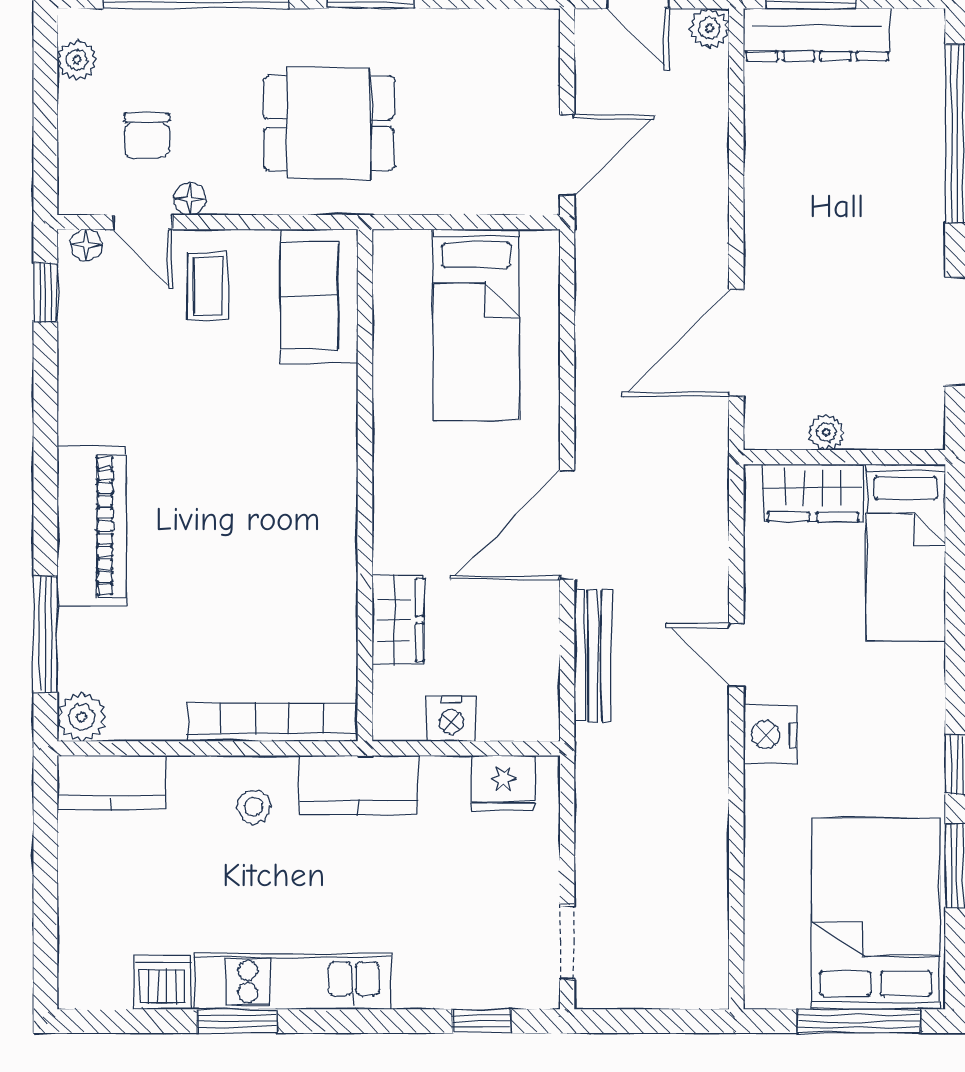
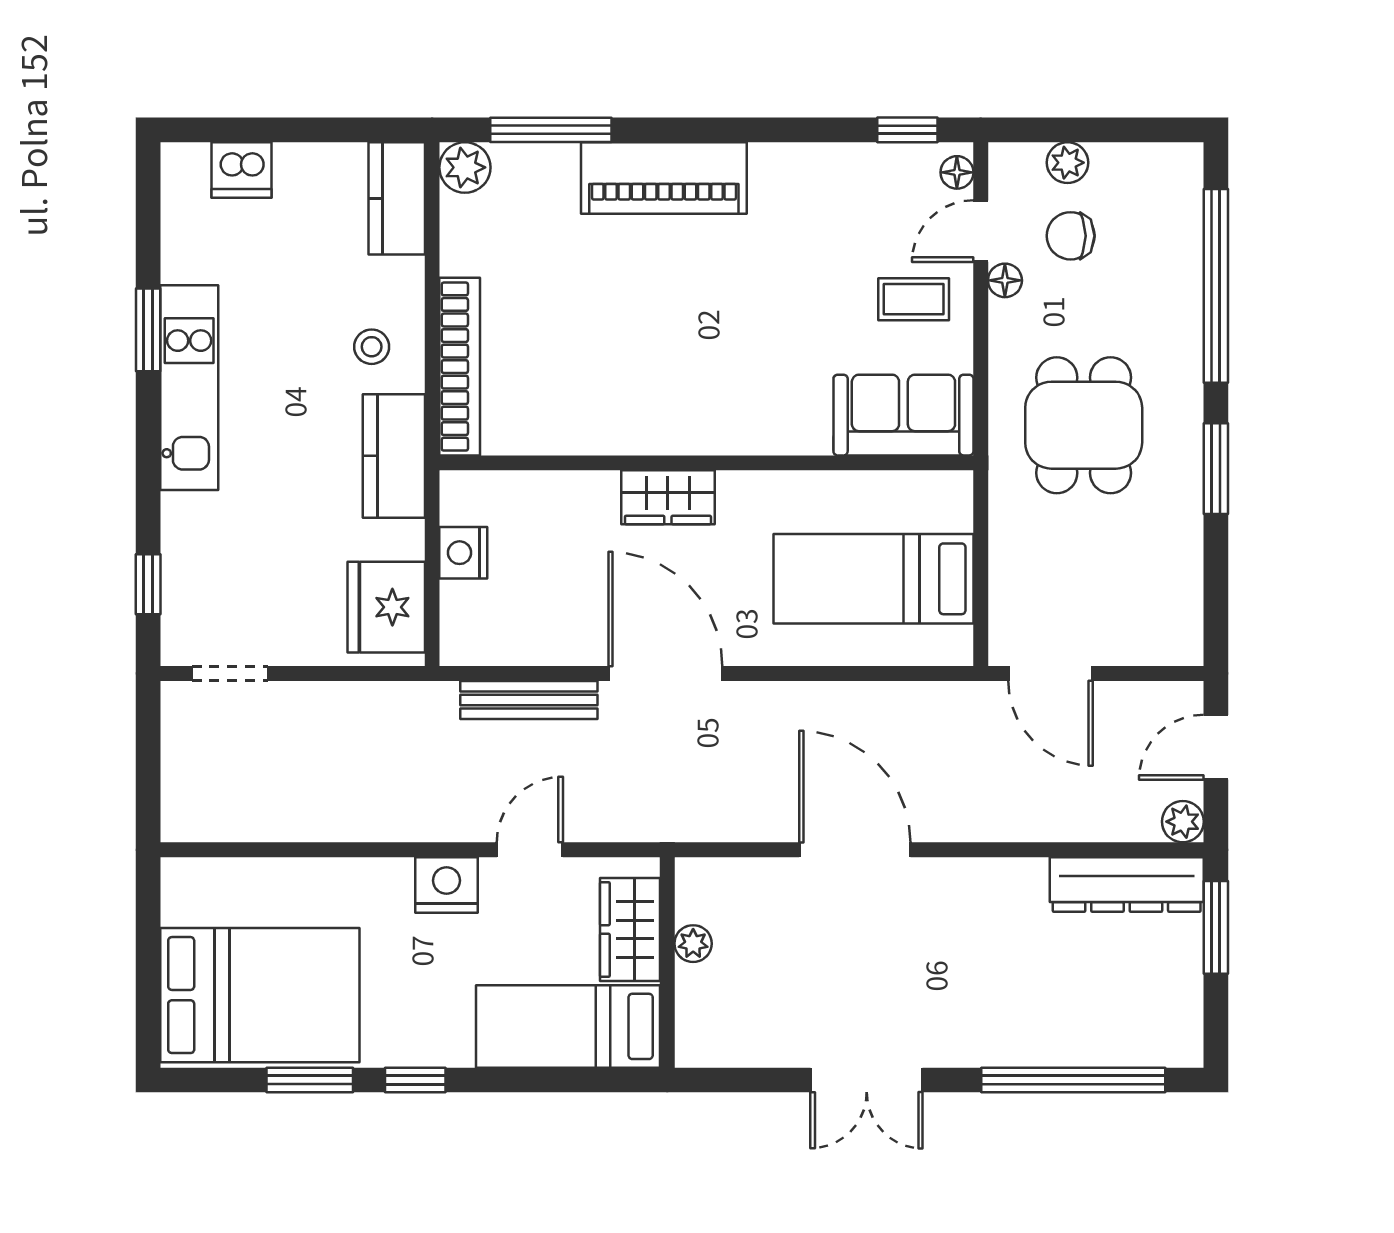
dresser: (817, 35) -> (1127, 885), moved, turned -90
plant: (77, 60) -> (1067, 163), moved
plant: (826, 432) -> (693, 944), moved
wall: (844, 457) -> (667, 962), moved
wardrobe: (813, 493) -> (630, 930), moved
bed: (906, 552) -> (568, 1026), moved
wardrobe: (398, 620) -> (668, 497), moved
fridge: (503, 783) -> (386, 607), width x1.36, depth x1.34
dishwasher: (162, 982) -> (242, 170), moved, turned 90
window: (859, 1021) -> (148, 977), removed

